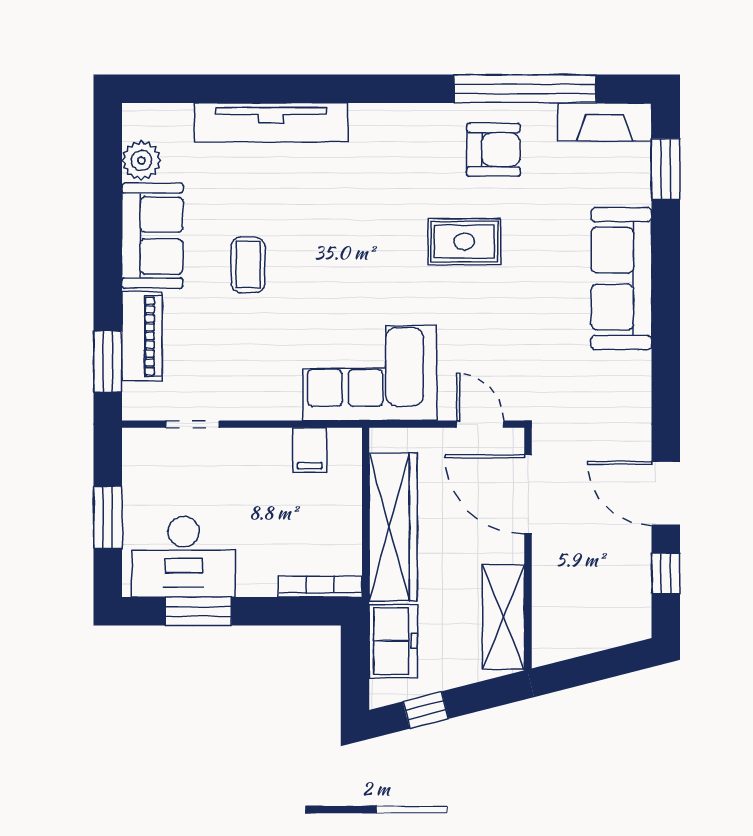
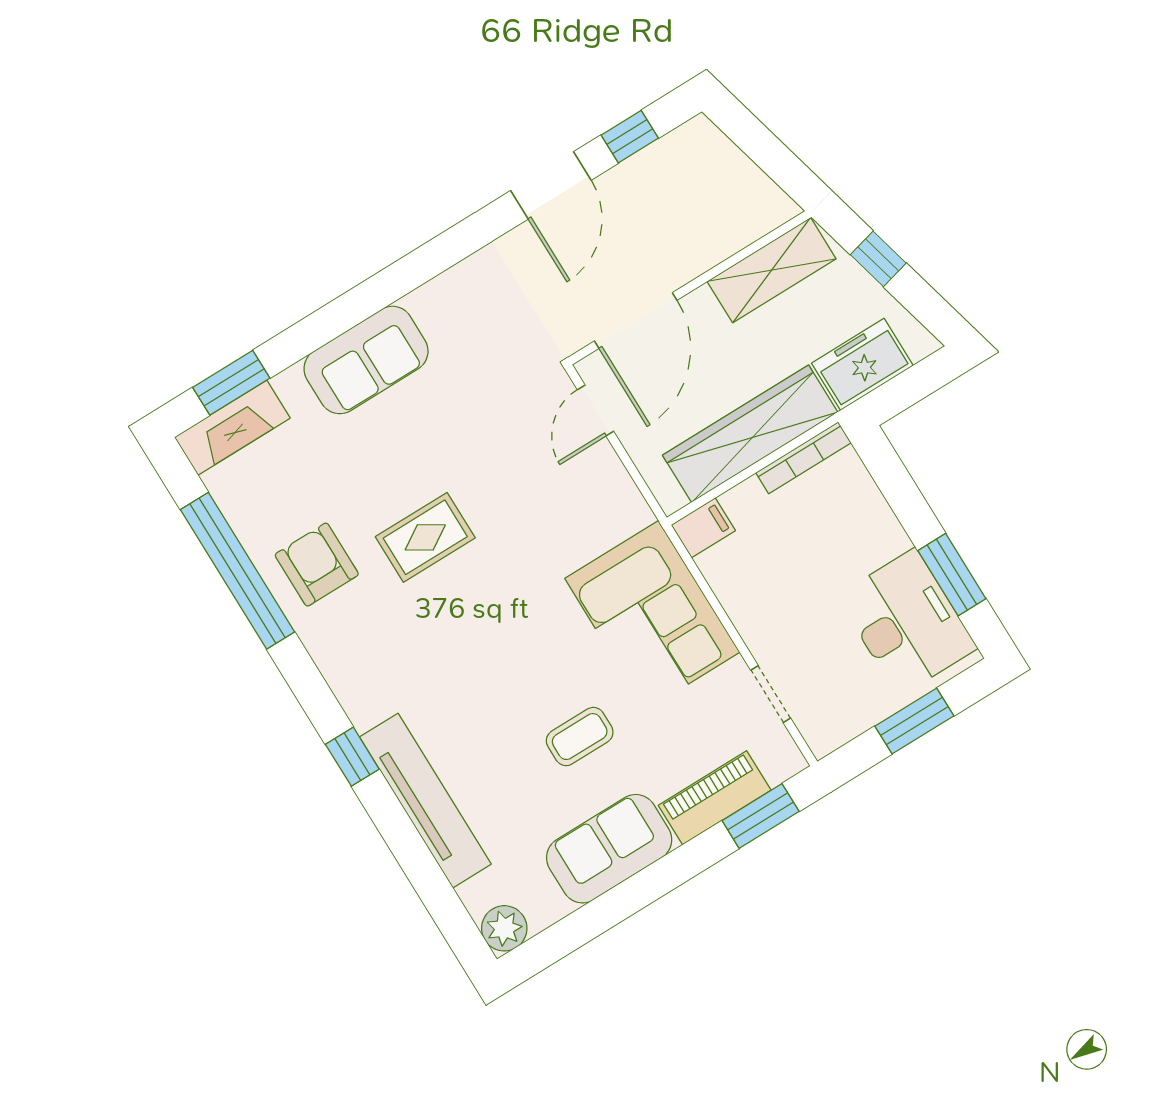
window: (336, 89) -> (352, 757), added
fireplace: (605, 122) -> (232, 428), moved, turned 90
plant: (141, 160) -> (504, 928), moved
rug: (464, 242) -> (425, 537), turned 90
sofa: (621, 279) -> (366, 360), width x0.73
corner sofa: (370, 373) -> (652, 615), moved
filing cabinet: (310, 450) -> (703, 528), moved
bookcase: (320, 587) -> (803, 458), moved, turned -90
window: (426, 710) -> (878, 259), moved

